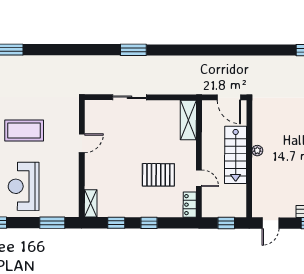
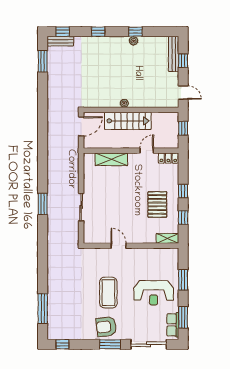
shelving: (188, 120) -> (111, 159), moved
pallet: (158, 175) -> (157, 204), moved
window: (52, 223) -> (183, 280), moved

